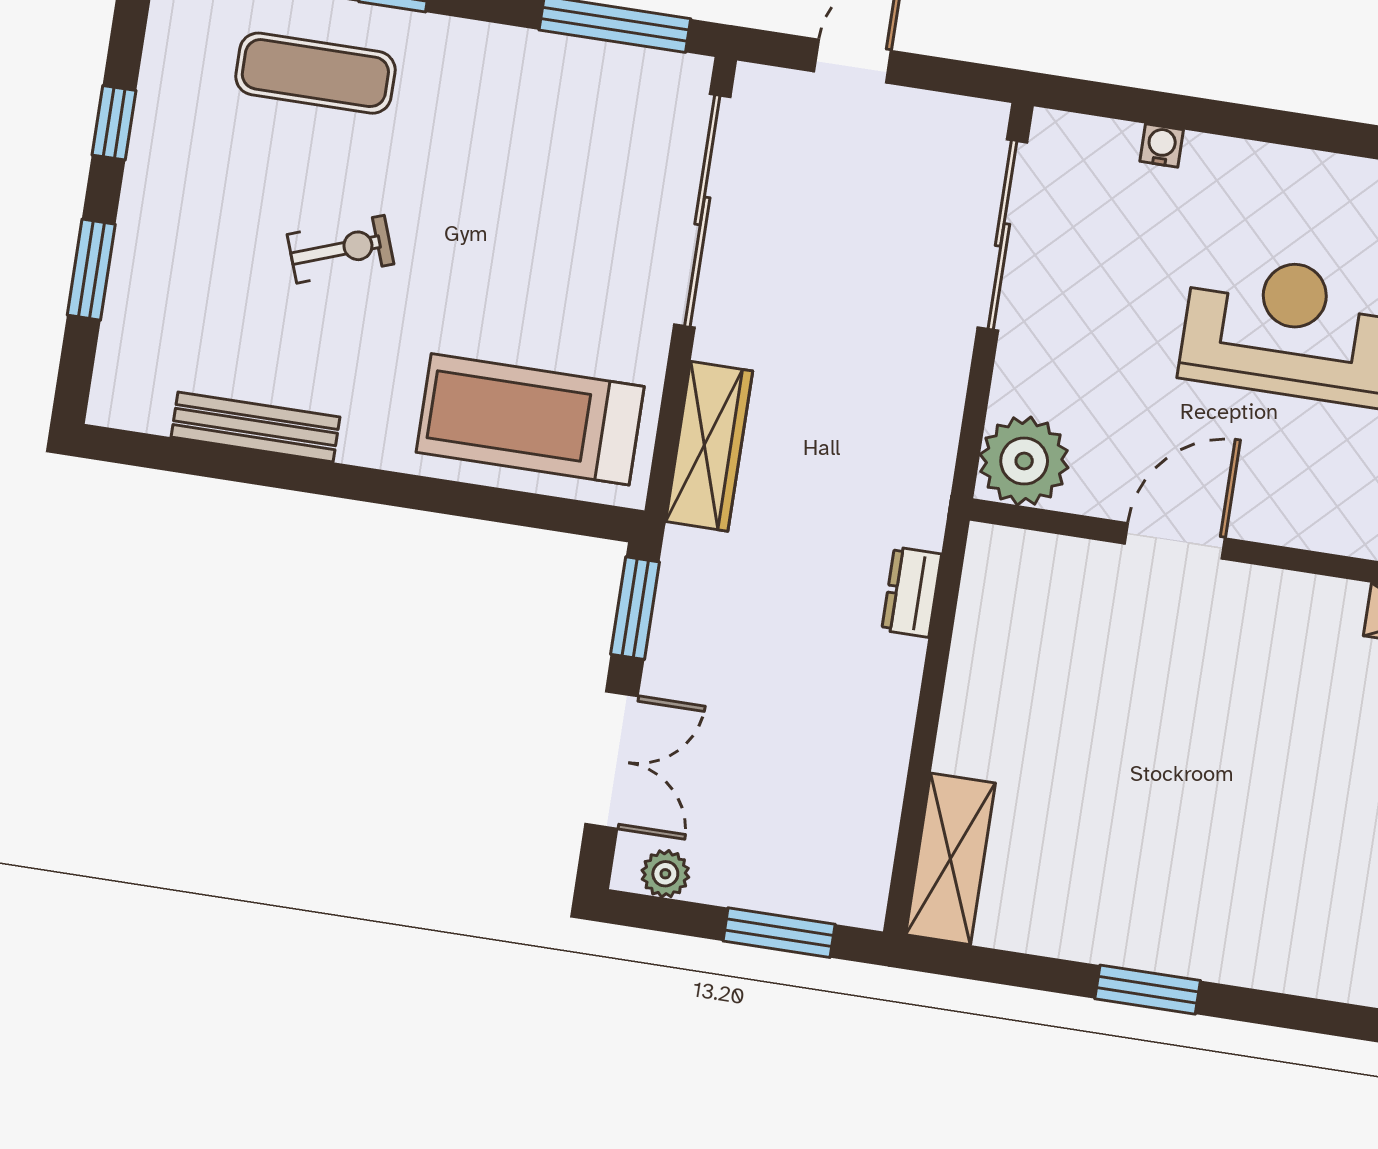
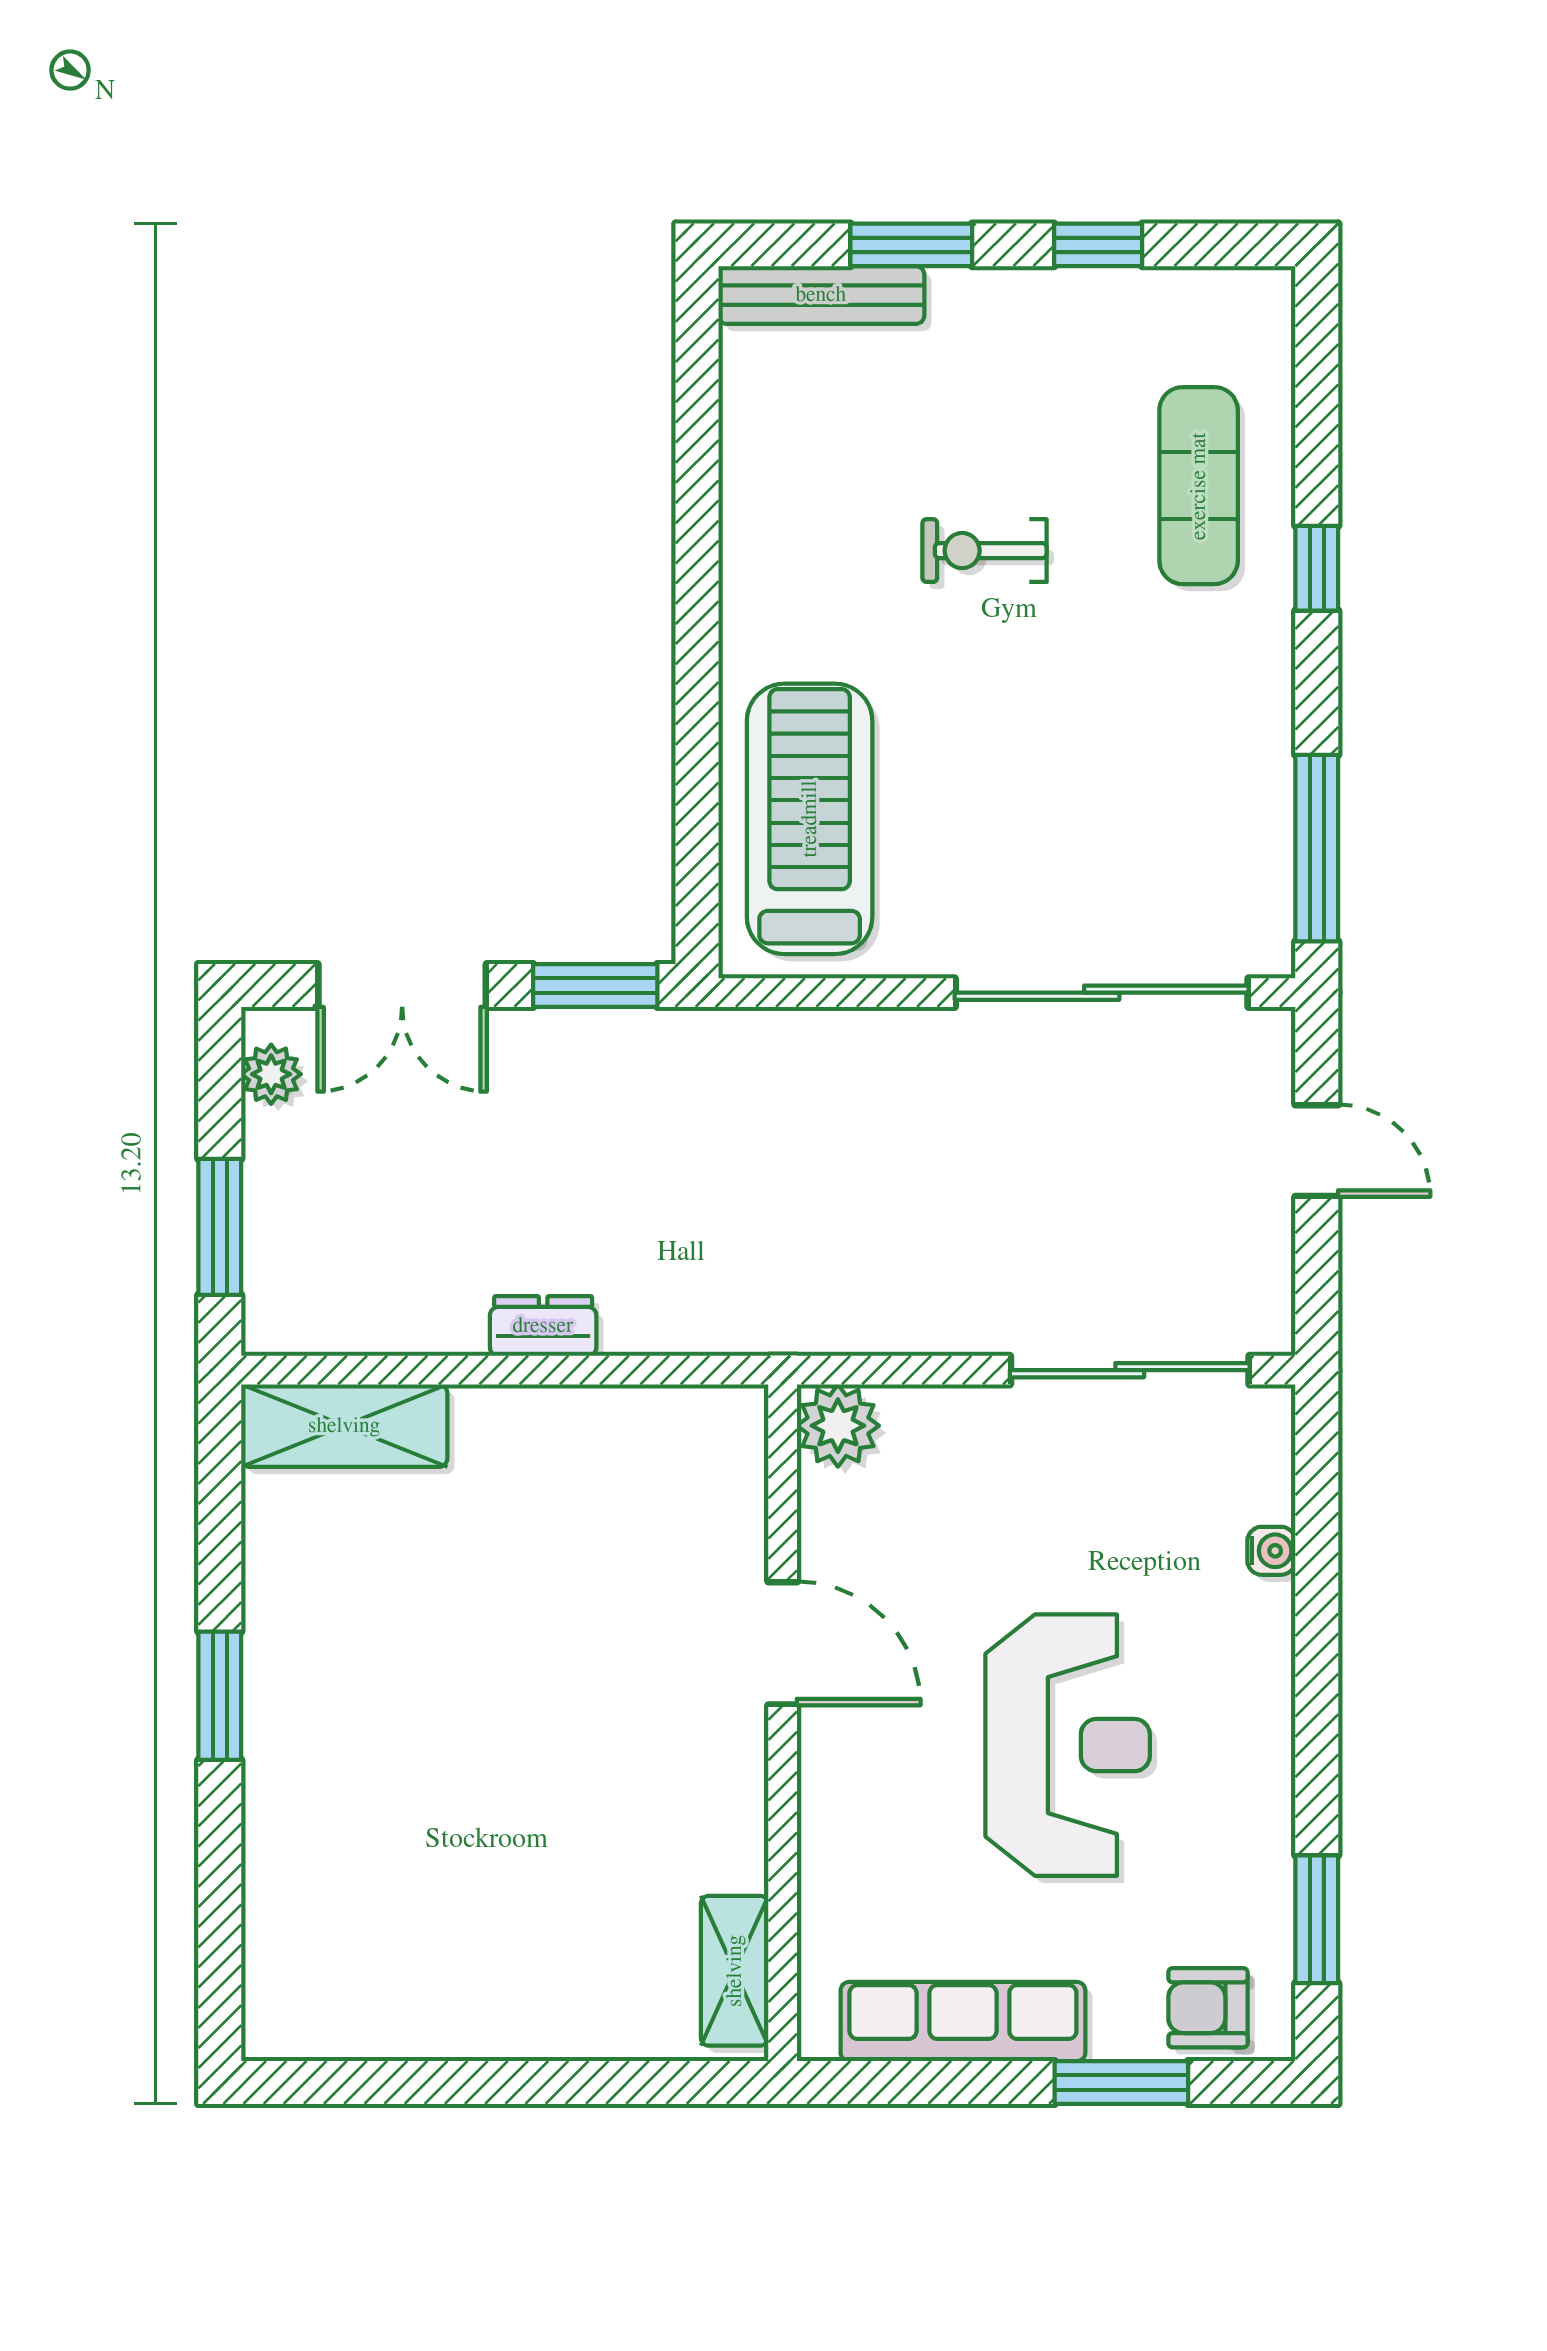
exercise bike: (340, 249) -> (984, 551), turned 110
bench: (255, 427) -> (821, 295), moved, turned 90
wardrobe: (709, 446) -> (811, 1046), removed
plant: (1024, 461) -> (838, 1426), width x0.73, depth x0.73
dresser: (912, 592) -> (543, 1326), moved

